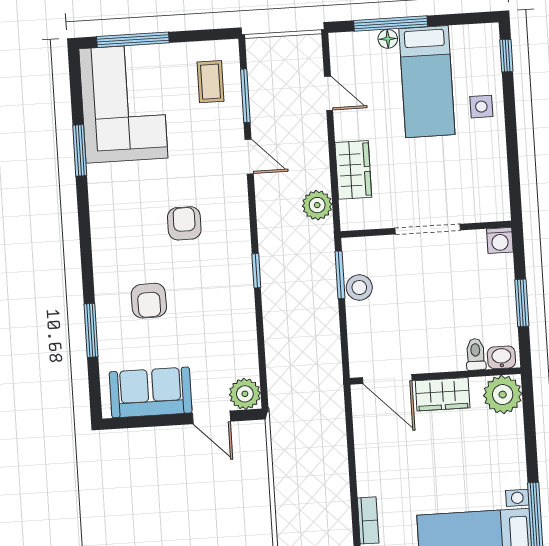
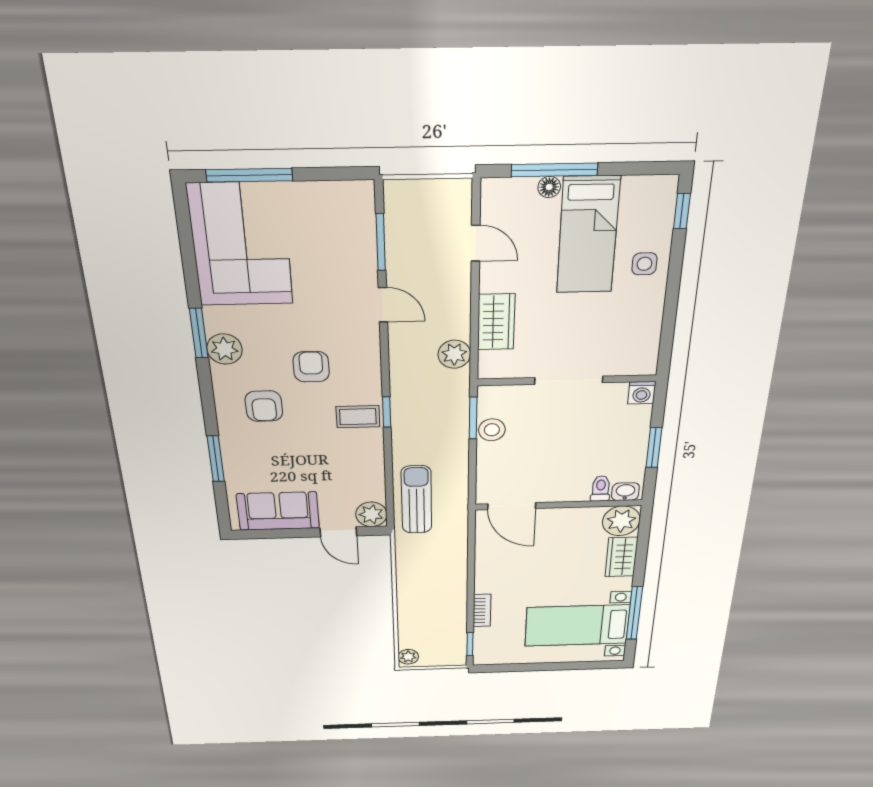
coffee table: (210, 82) -> (358, 417), moved, turned 90
window: (80, 150) -> (199, 333), moved
plant: (105, 208) -> (224, 349), added
armchair: (149, 301) -> (264, 406), moved
sun lounger: (290, 374) -> (416, 500), added
wardrobe: (443, 394) -> (621, 557), moved, turned 90

